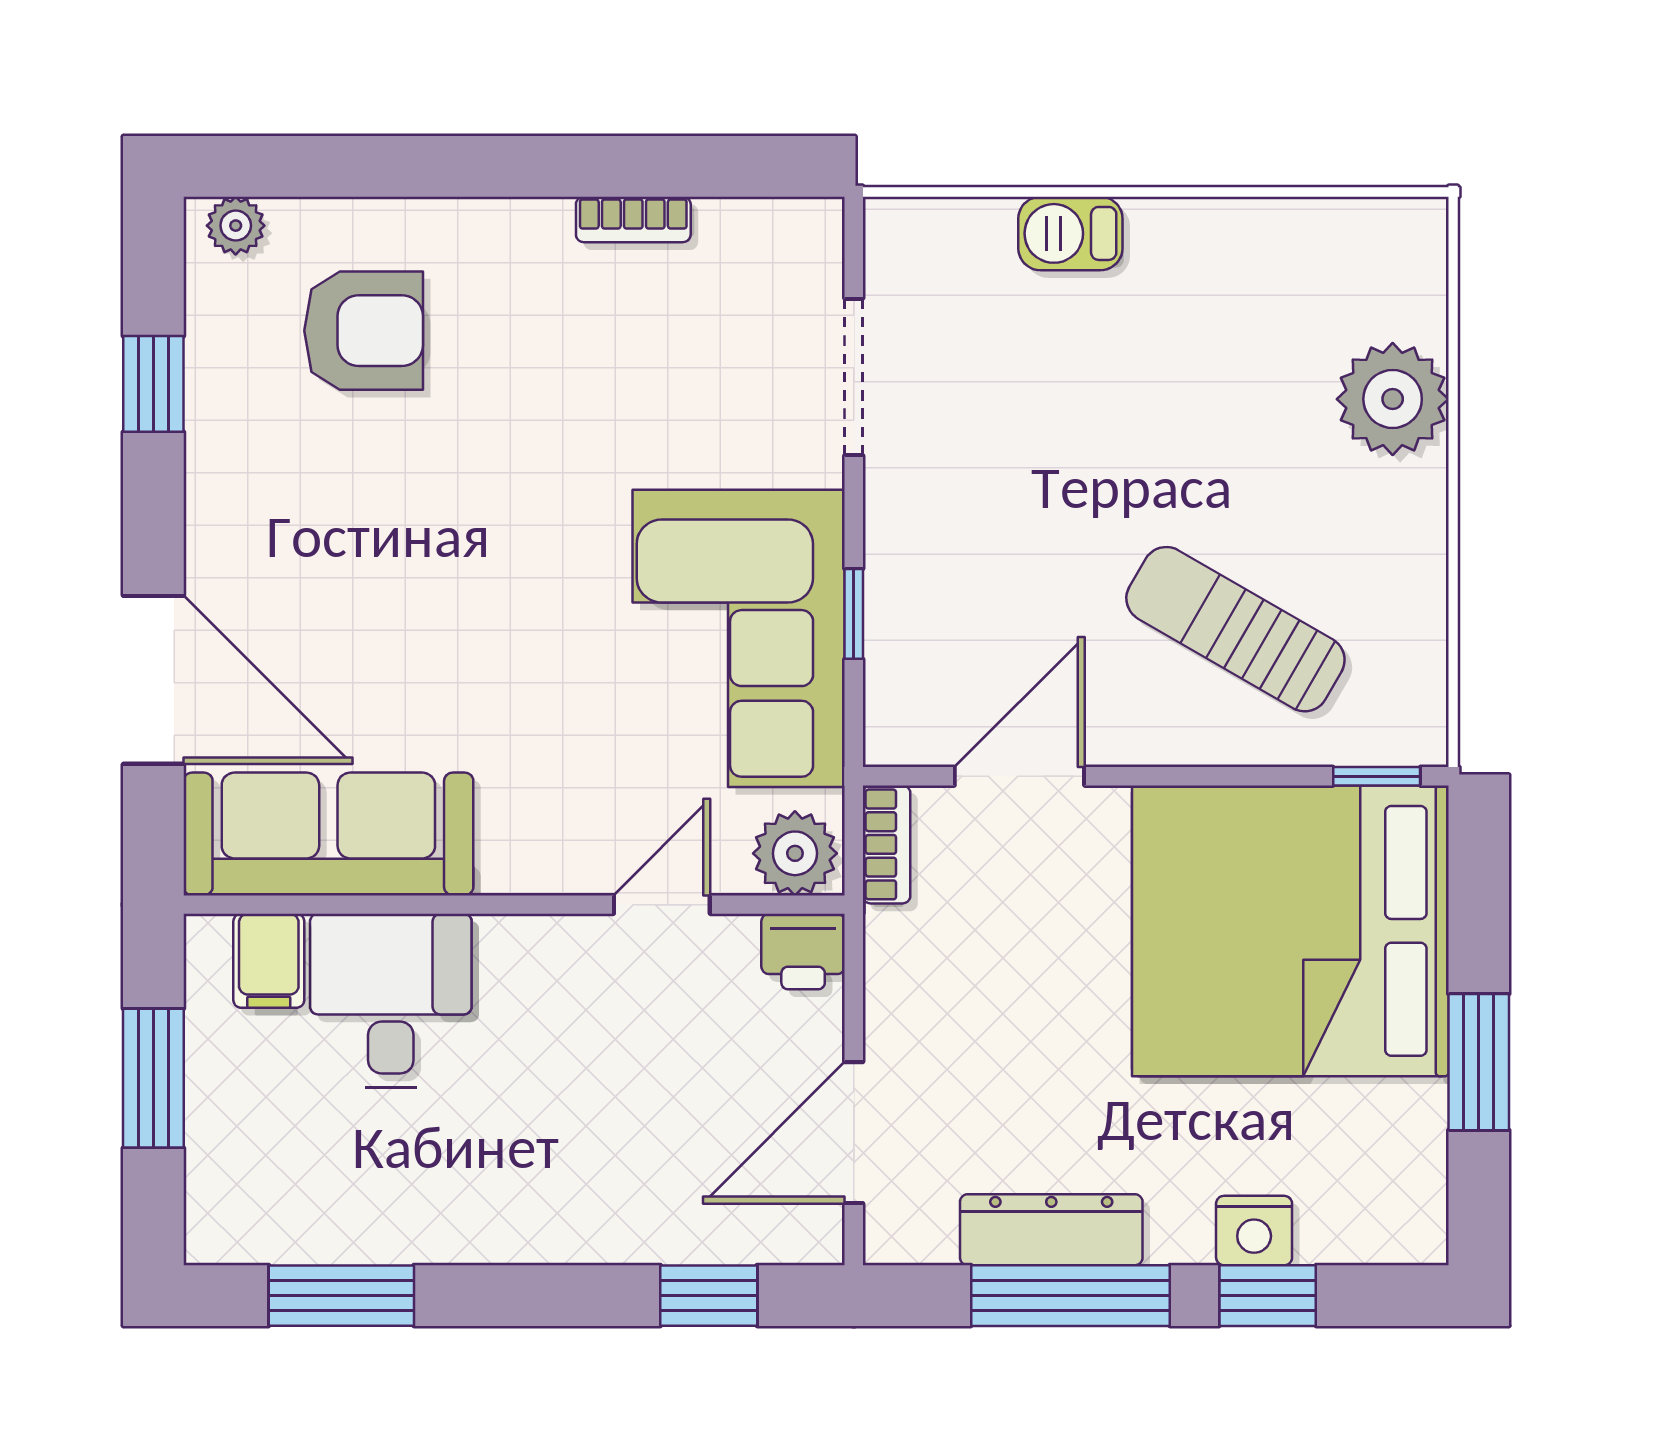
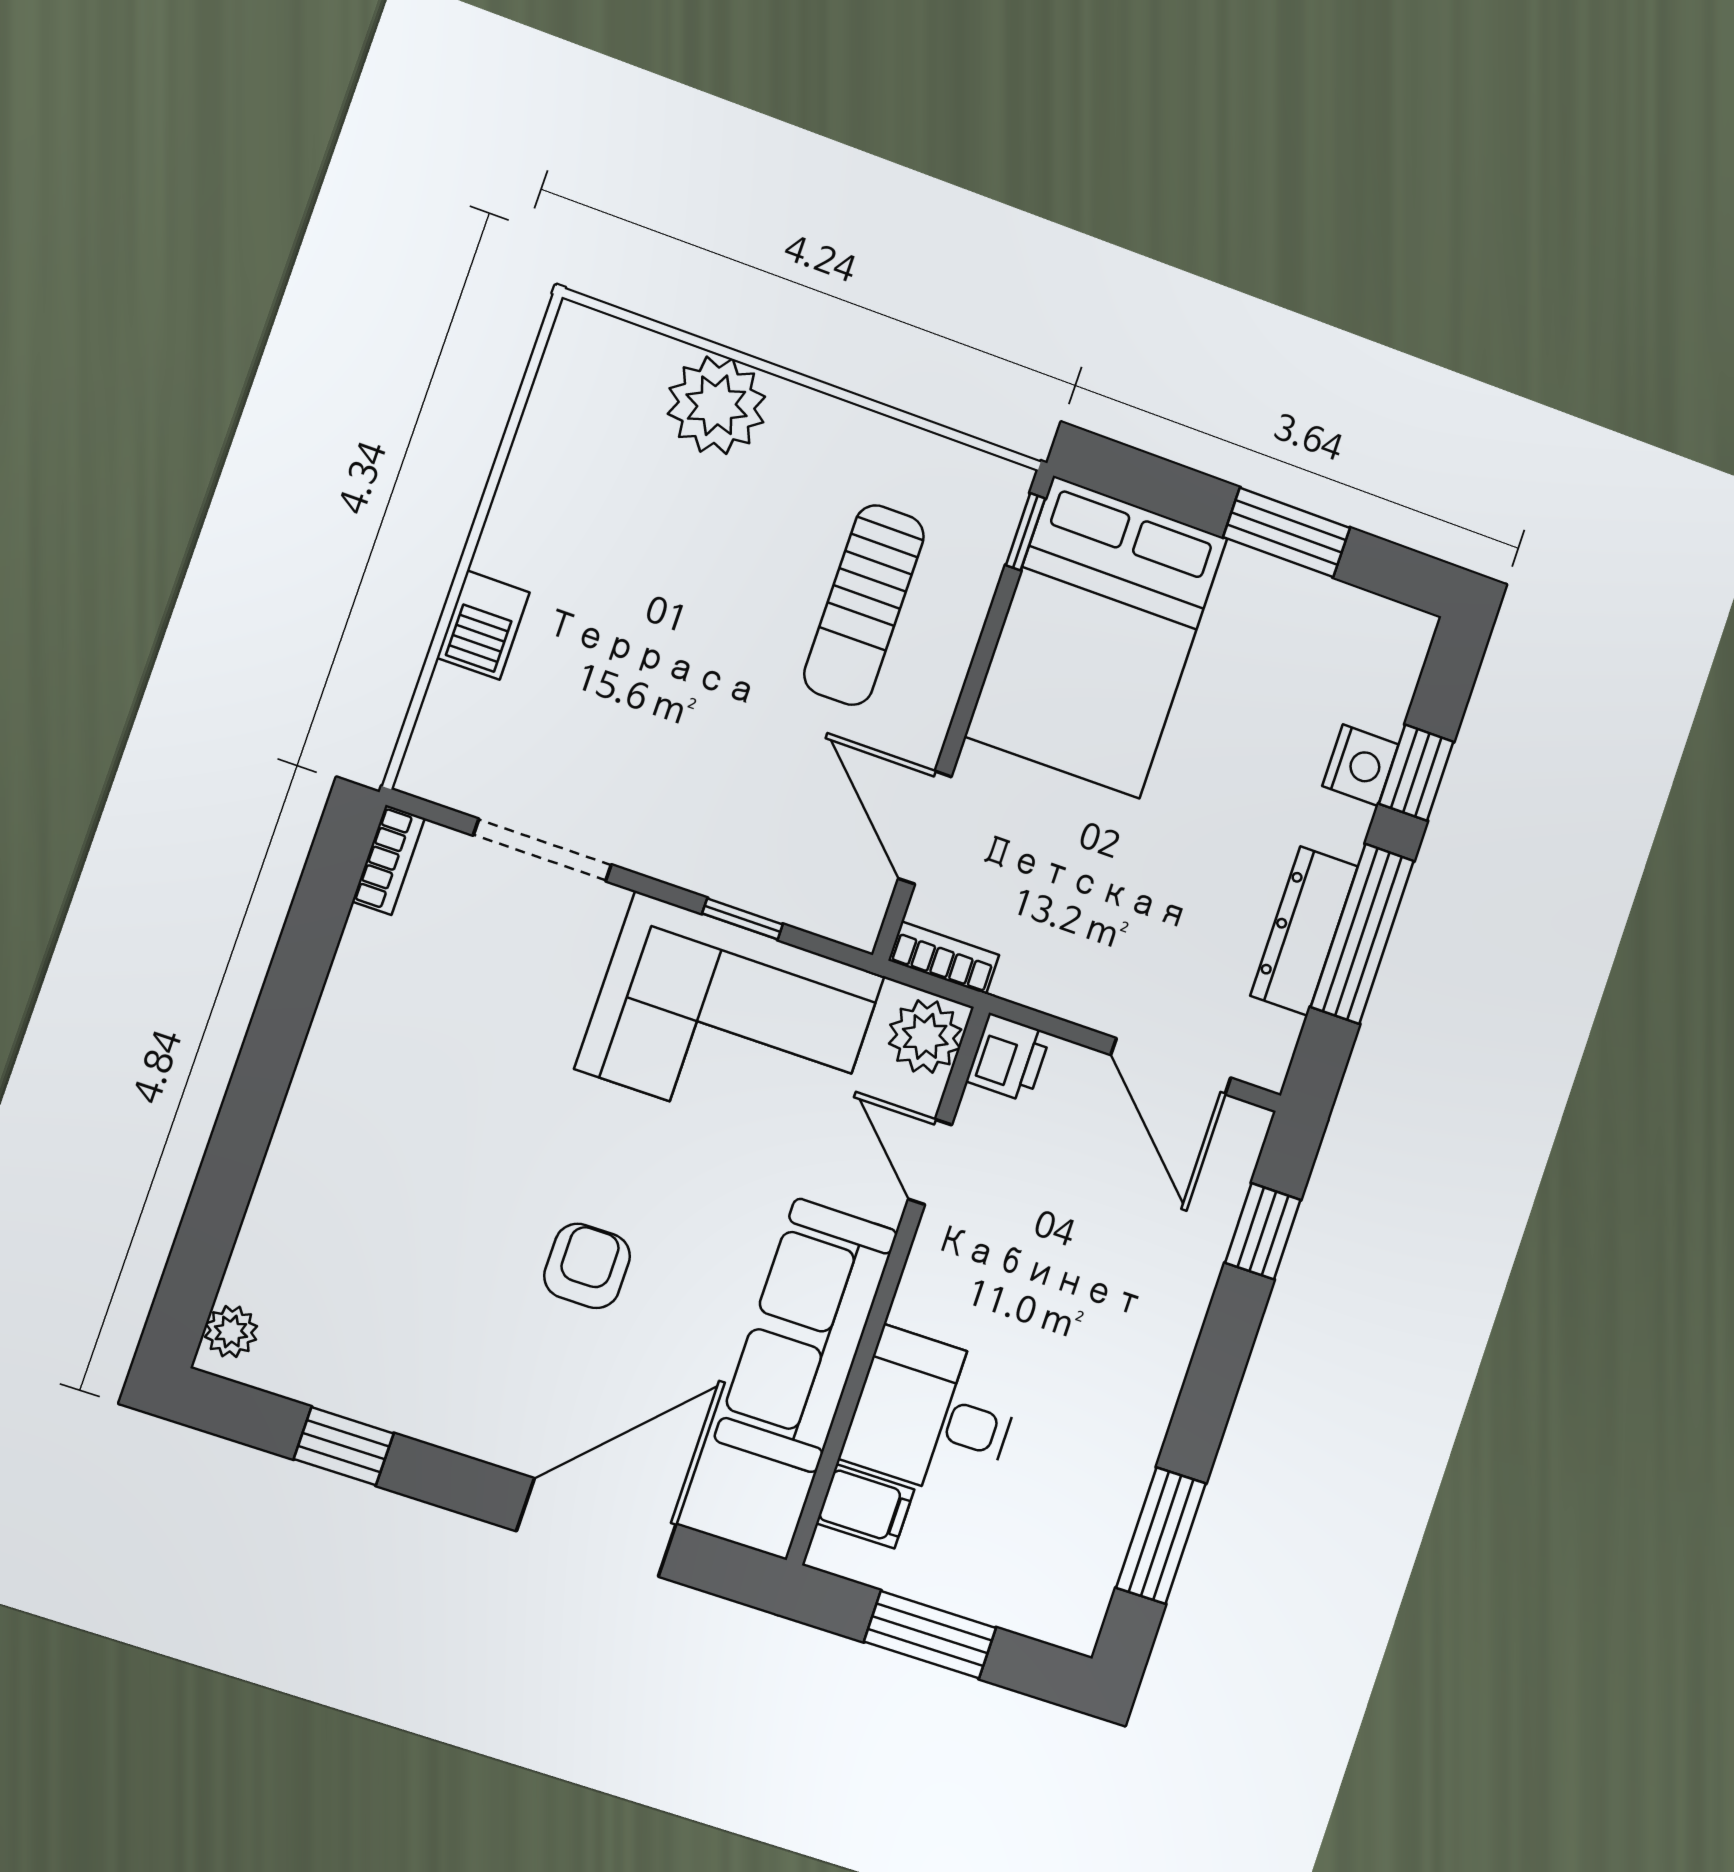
bookcase: (633, 219) -> (388, 860), moved
armchair: (364, 331) -> (587, 1266), moved, width x0.72, depth x0.72
sun lounger: (1235, 629) -> (864, 605), turned -30
sofa: (328, 834) -> (806, 1335), moved
bed: (1290, 931) -> (1096, 637), width x0.73

